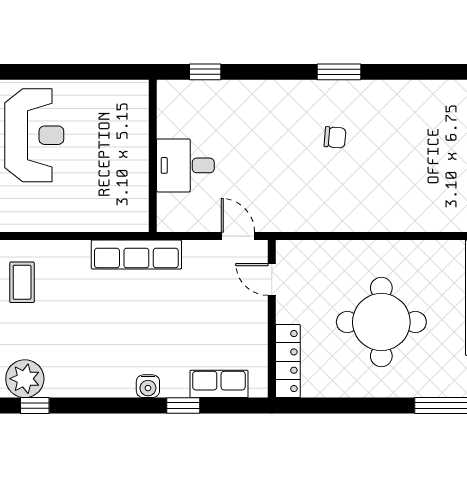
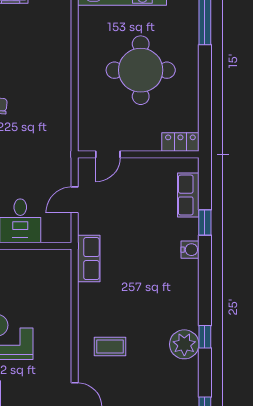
door: (238, 236) -> (75, 200), moved
row of seats: (136, 255) -> (89, 259), width x0.68
locker: (288, 361) -> (180, 142), width x0.66

